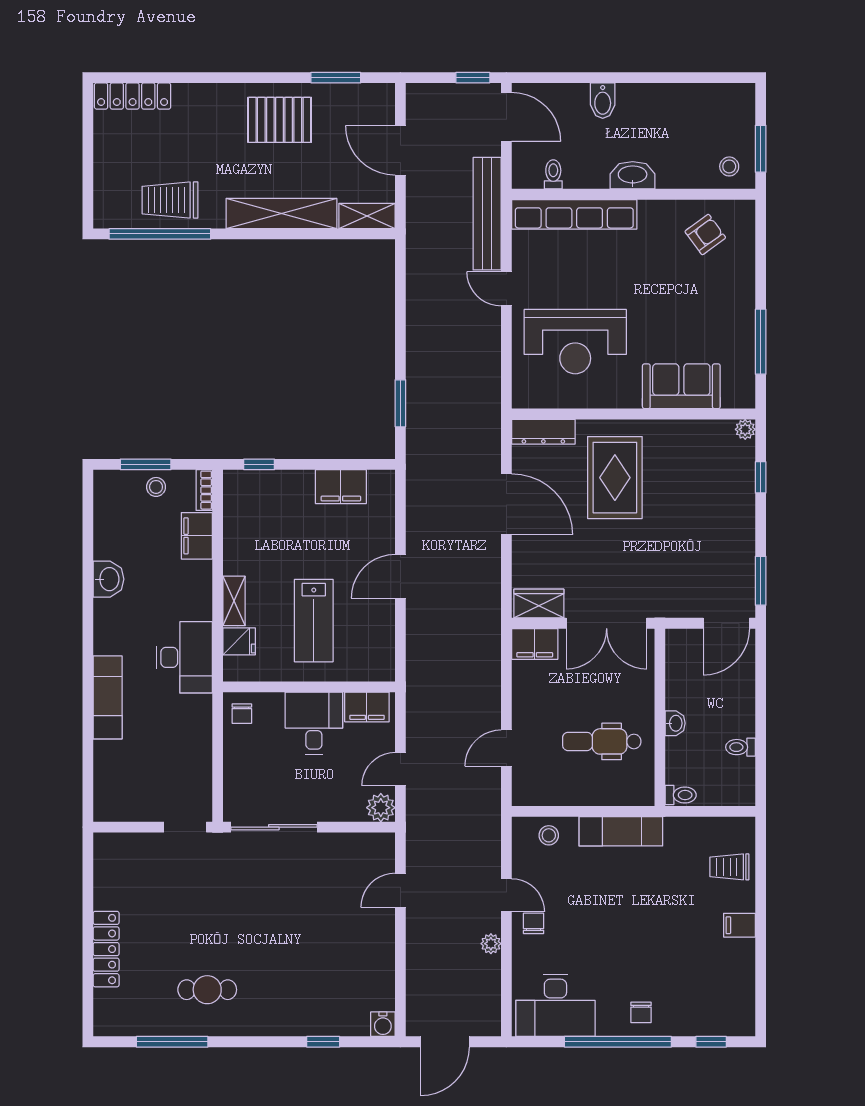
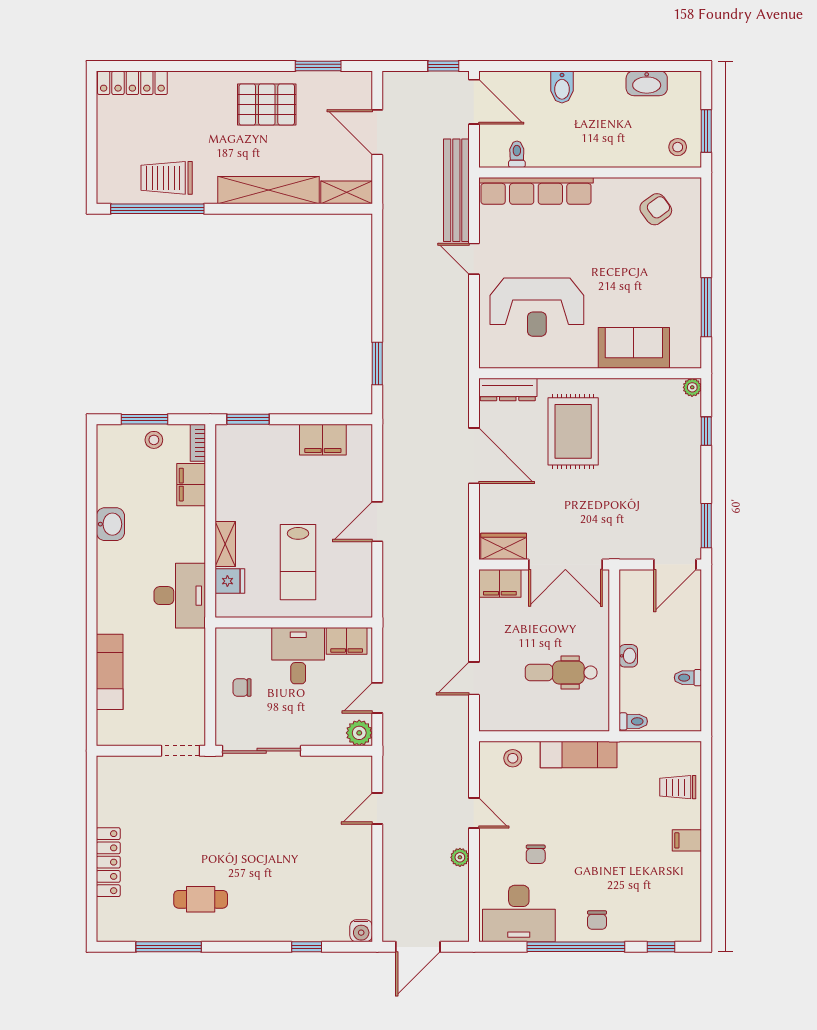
washbasin: (633, 175) -> (647, 83), moved, turned 180
window: (259, 464) -> (248, 419), width x1.50
exam couch: (108, 697) -> (110, 672), moved
chair: (242, 714) -> (242, 688), moved, turned 90
chair: (534, 923) -> (536, 854), moved, turned 180

